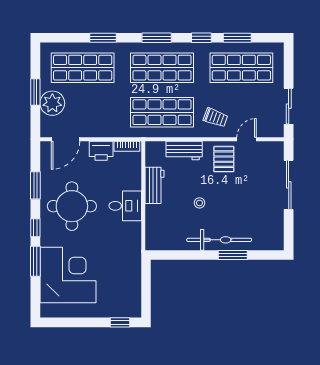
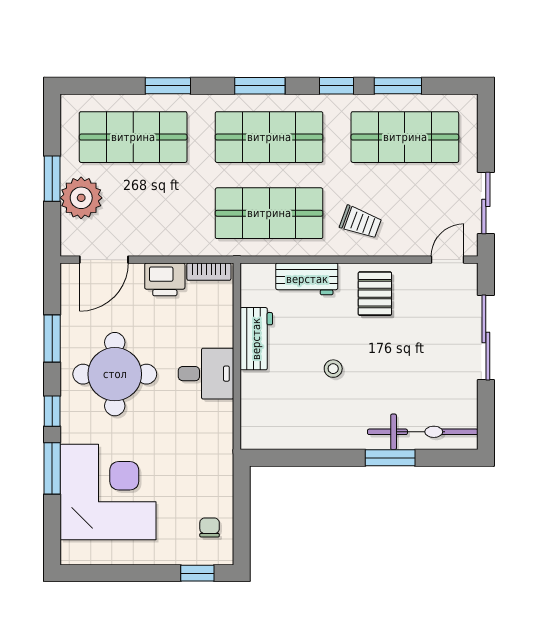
door: (247, 139) -> (448, 260), moved
bicycle: (219, 240) -> (423, 432), moved
chair: (127, 296) -> (210, 528), added

